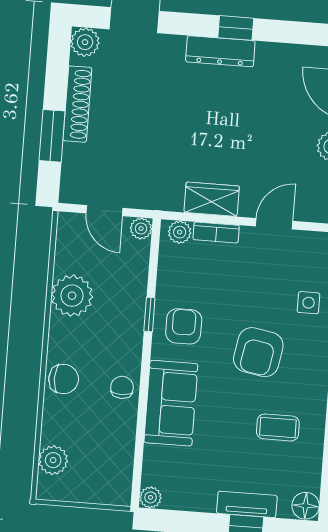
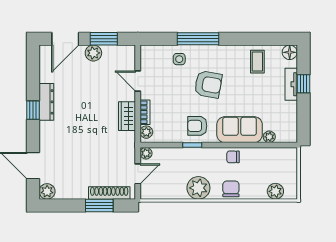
dresser: (220, 51) -> (46, 102), moved
shoe rack: (77, 104) -> (109, 193), moved
plant: (72, 296) -> (198, 188), moved
coffee table: (278, 427) -> (257, 62), moved
plant: (151, 497) -> (269, 137), moved

